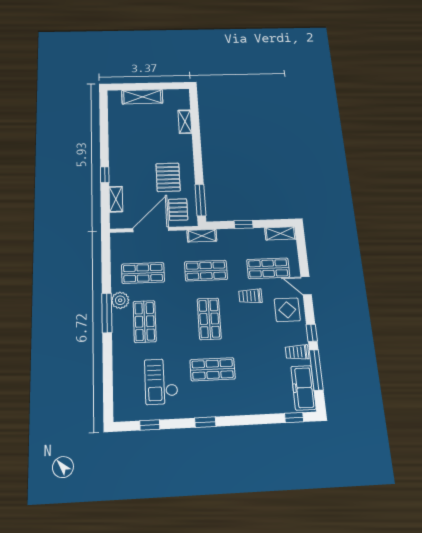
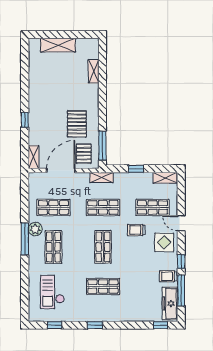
shelving: (116, 199) -> (34, 157), moved
checkout: (161, 381) -> (52, 292), moved

